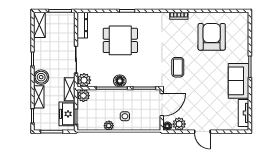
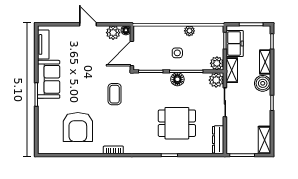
side table: (125, 116) -> (177, 53), moved

